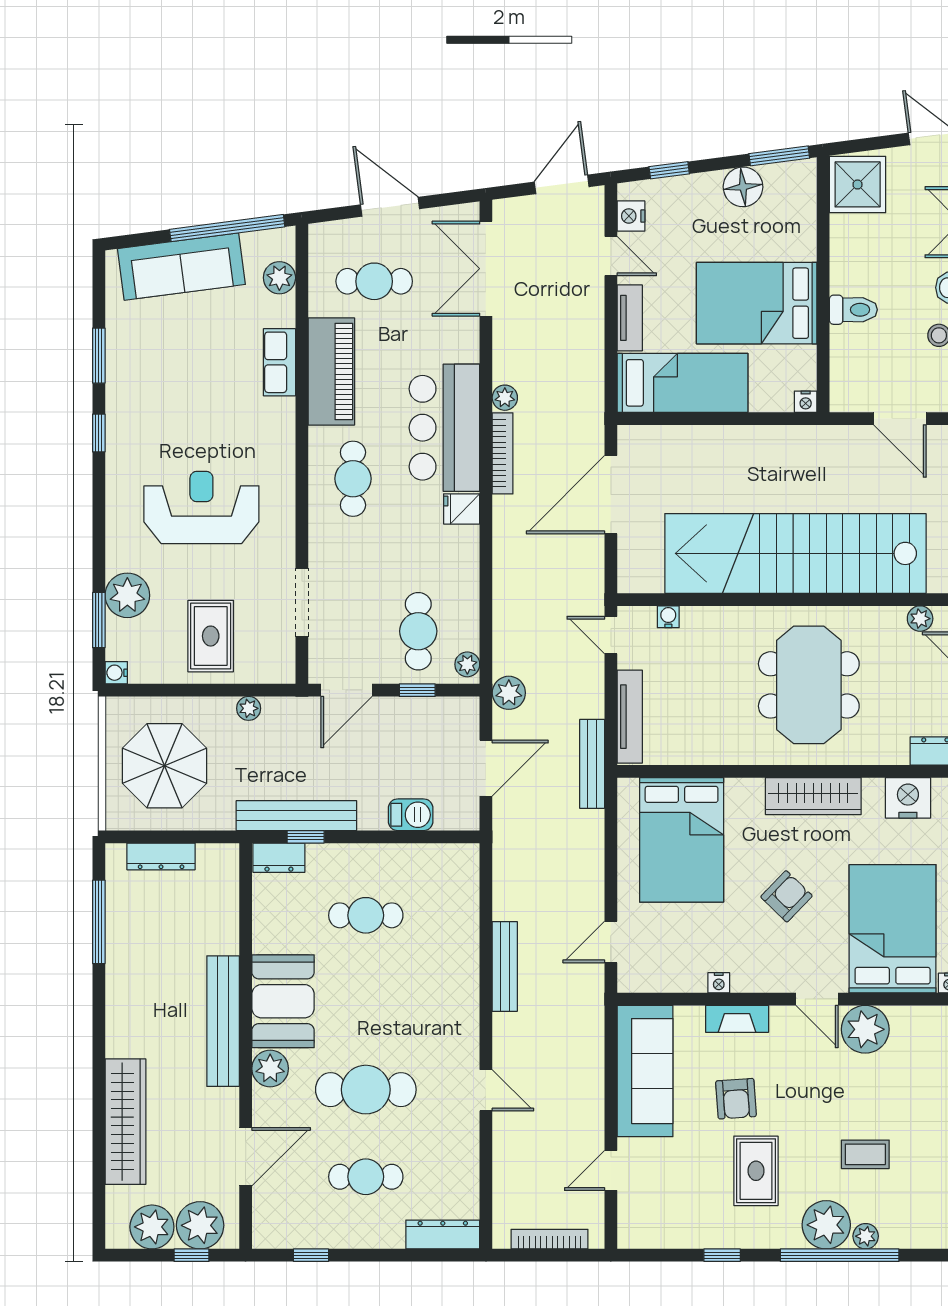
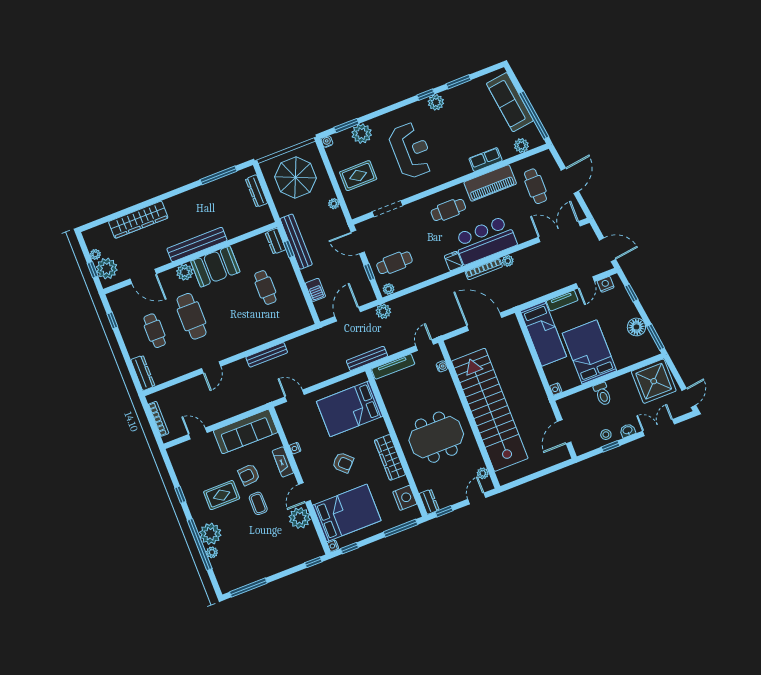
shower: (858, 184) -> (654, 381), width x1.37, depth x1.37
plant: (123, 418) -> (436, 102), added
door: (486, 768) -> (348, 314), swing flipped
coffee table: (865, 1154) -> (258, 503), moved
plant: (152, 1227) -> (95, 254), width x0.53, depth x0.53

